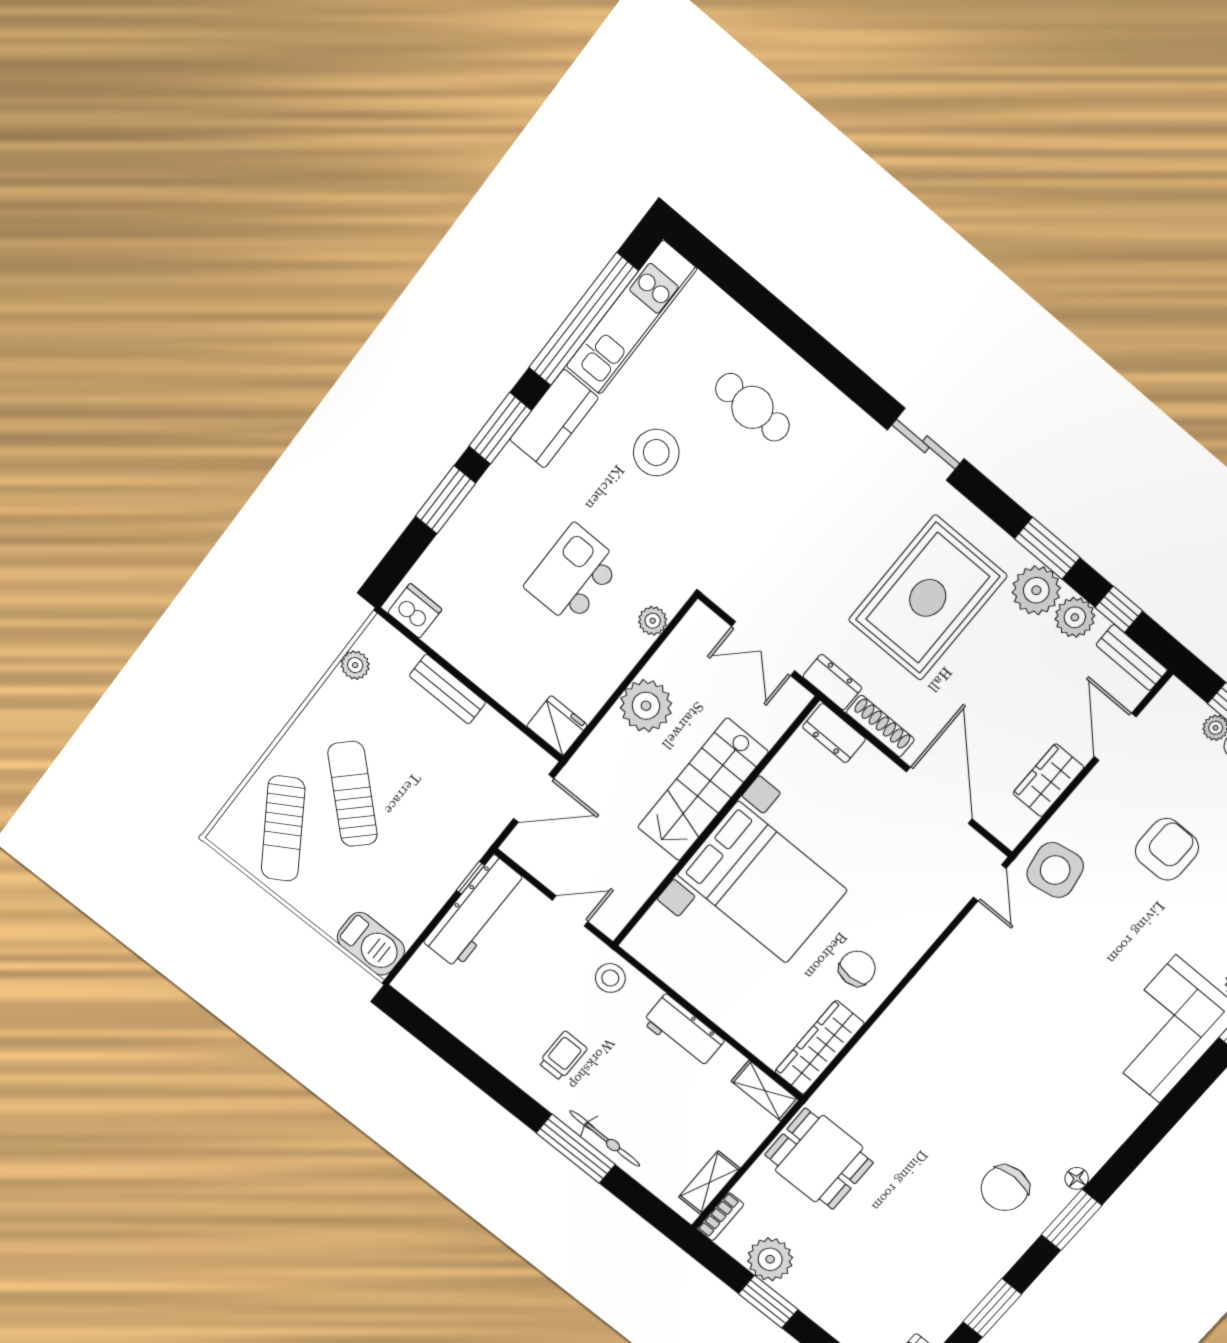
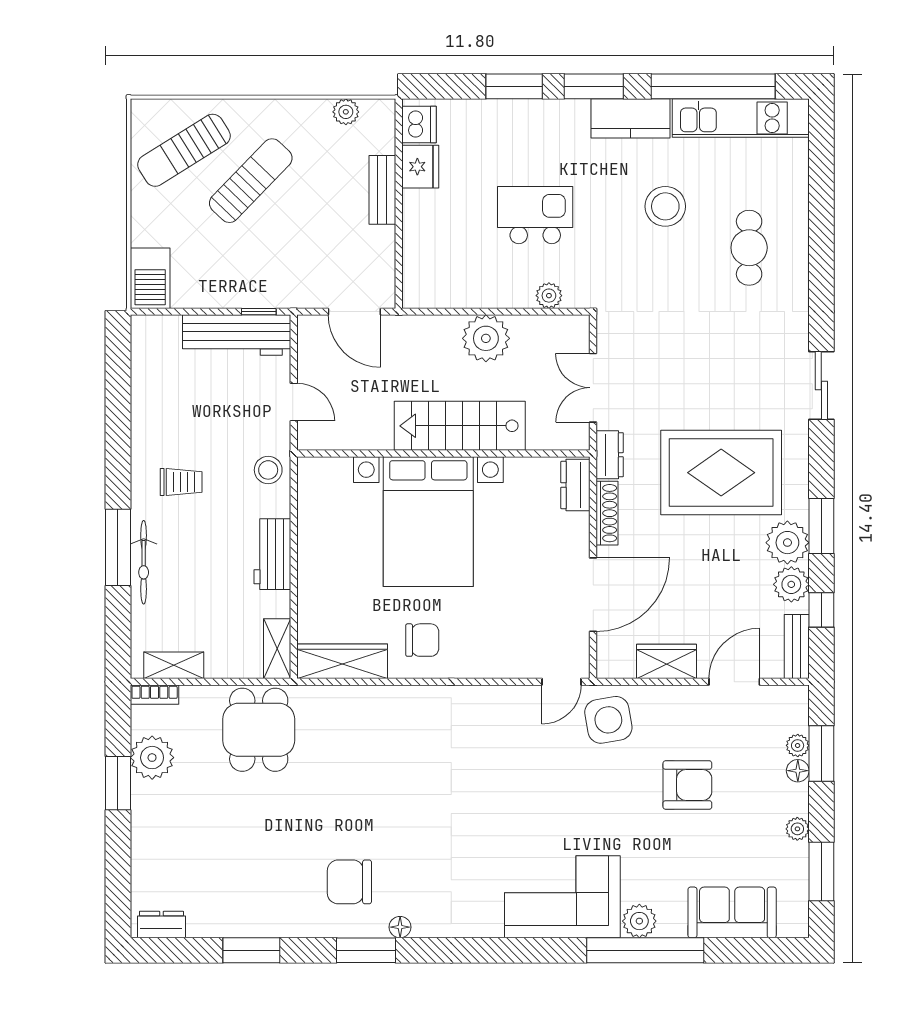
fridge: (557, 726) -> (420, 167), moved

